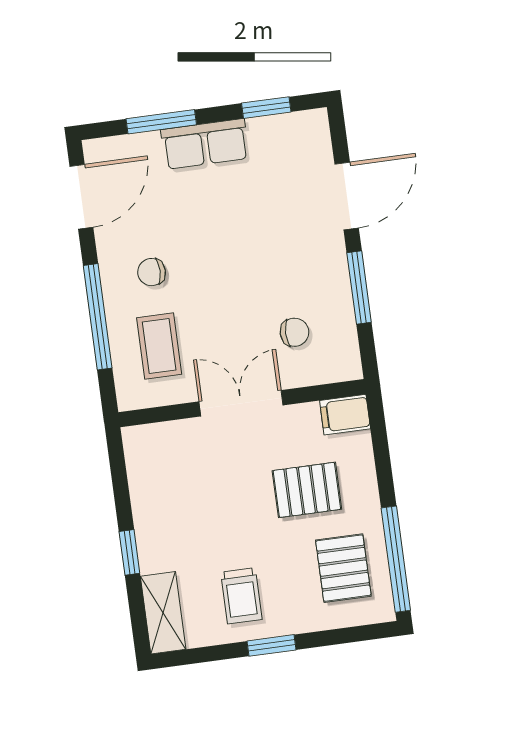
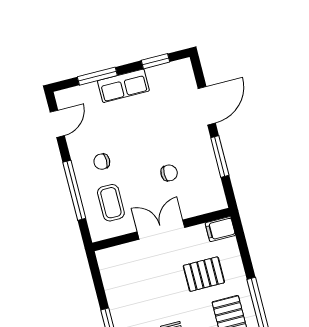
door: (81, 197) -> (57, 124), width x0.73
chair: (294, 332) -> (169, 173), moved

